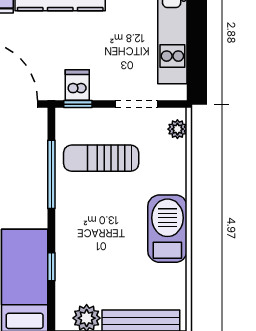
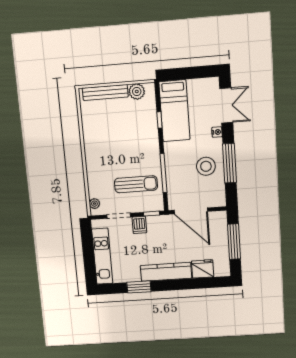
dishwasher: (77, 85) -> (139, 225), moved
barbecue: (167, 229) -> (95, 147), removed

